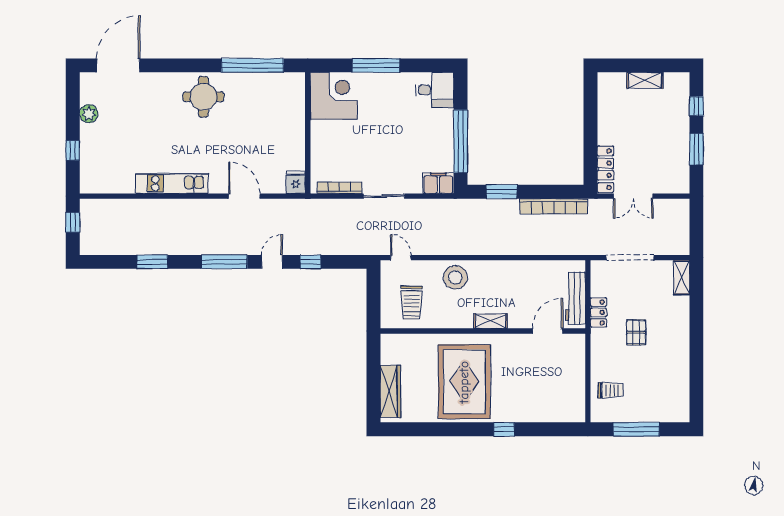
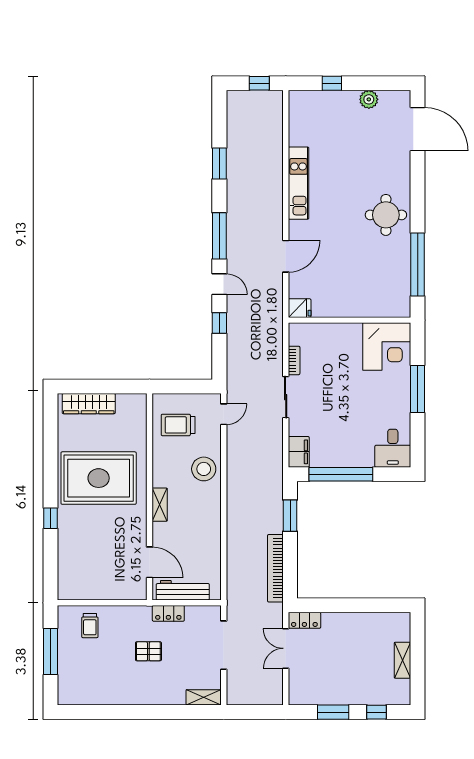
locker: (605, 169) -> (304, 620), width x0.66
bookcase: (340, 188) -> (294, 360), width x0.64

